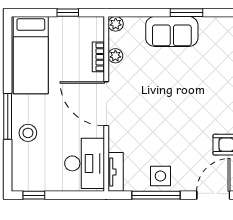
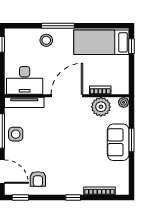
window: (68, 13) -> (131, 46), moved
window: (187, 13) -> (131, 140), moved
plant: (115, 56) -> (101, 107), width x1.87, depth x1.87
tv unit: (116, 172) -> (24, 102), width x1.41

